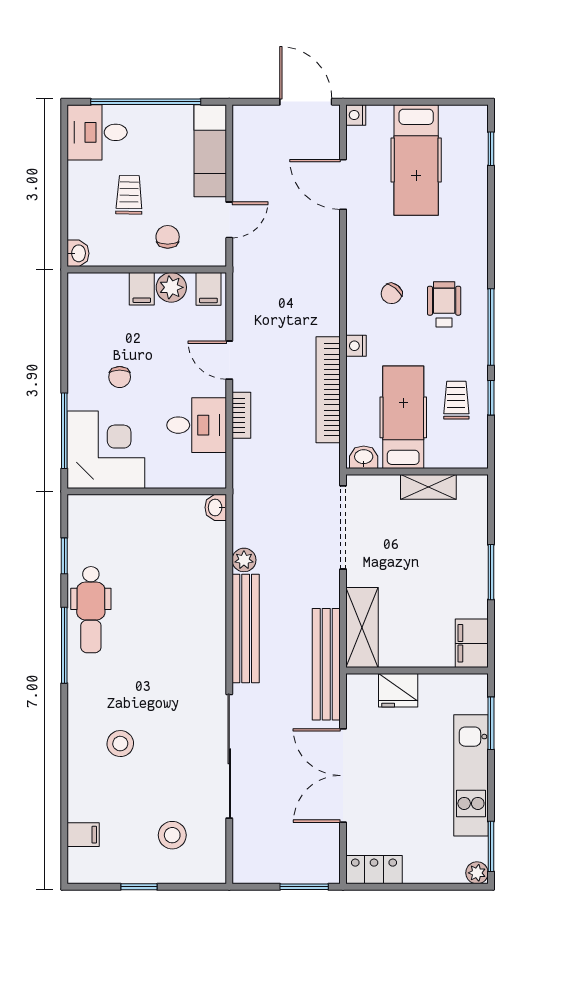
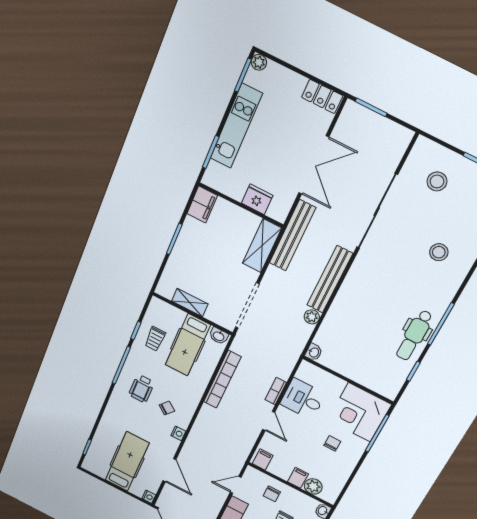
plant: (171, 287) -> (313, 486), moved
nightstand: (356, 346) -> (178, 433), moved
dental chair: (91, 610) -> (414, 335), turned 180

